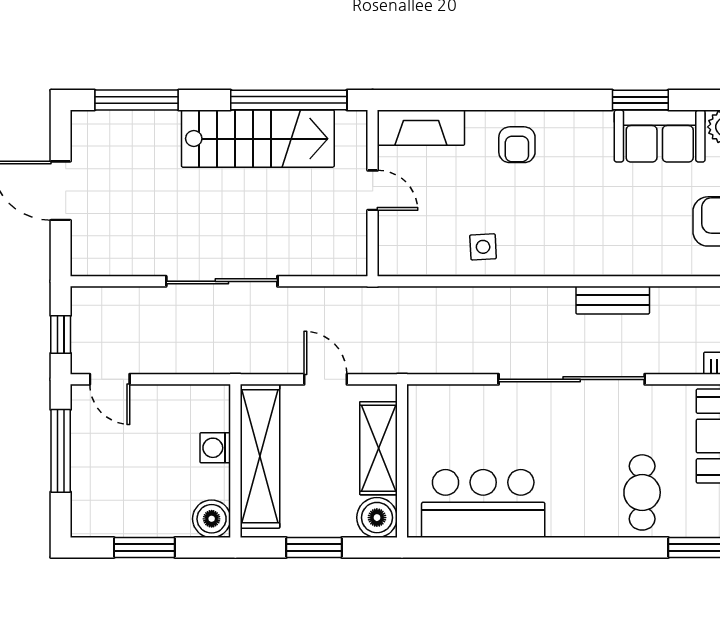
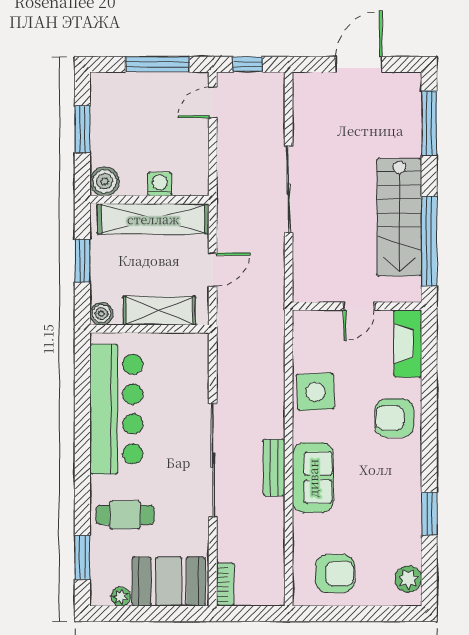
sofa: (660, 136) -> (313, 478), moved, turned 180
armchair: (517, 145) -> (394, 418), width x1.38, depth x1.38
side table: (483, 247) -> (315, 392), width x1.87, depth x1.87
bench: (613, 300) -> (274, 467), moved
bar counter: (483, 504) -> (116, 409), width x1.36
boiler: (377, 518) -> (101, 314), width x0.73, depth x0.73

